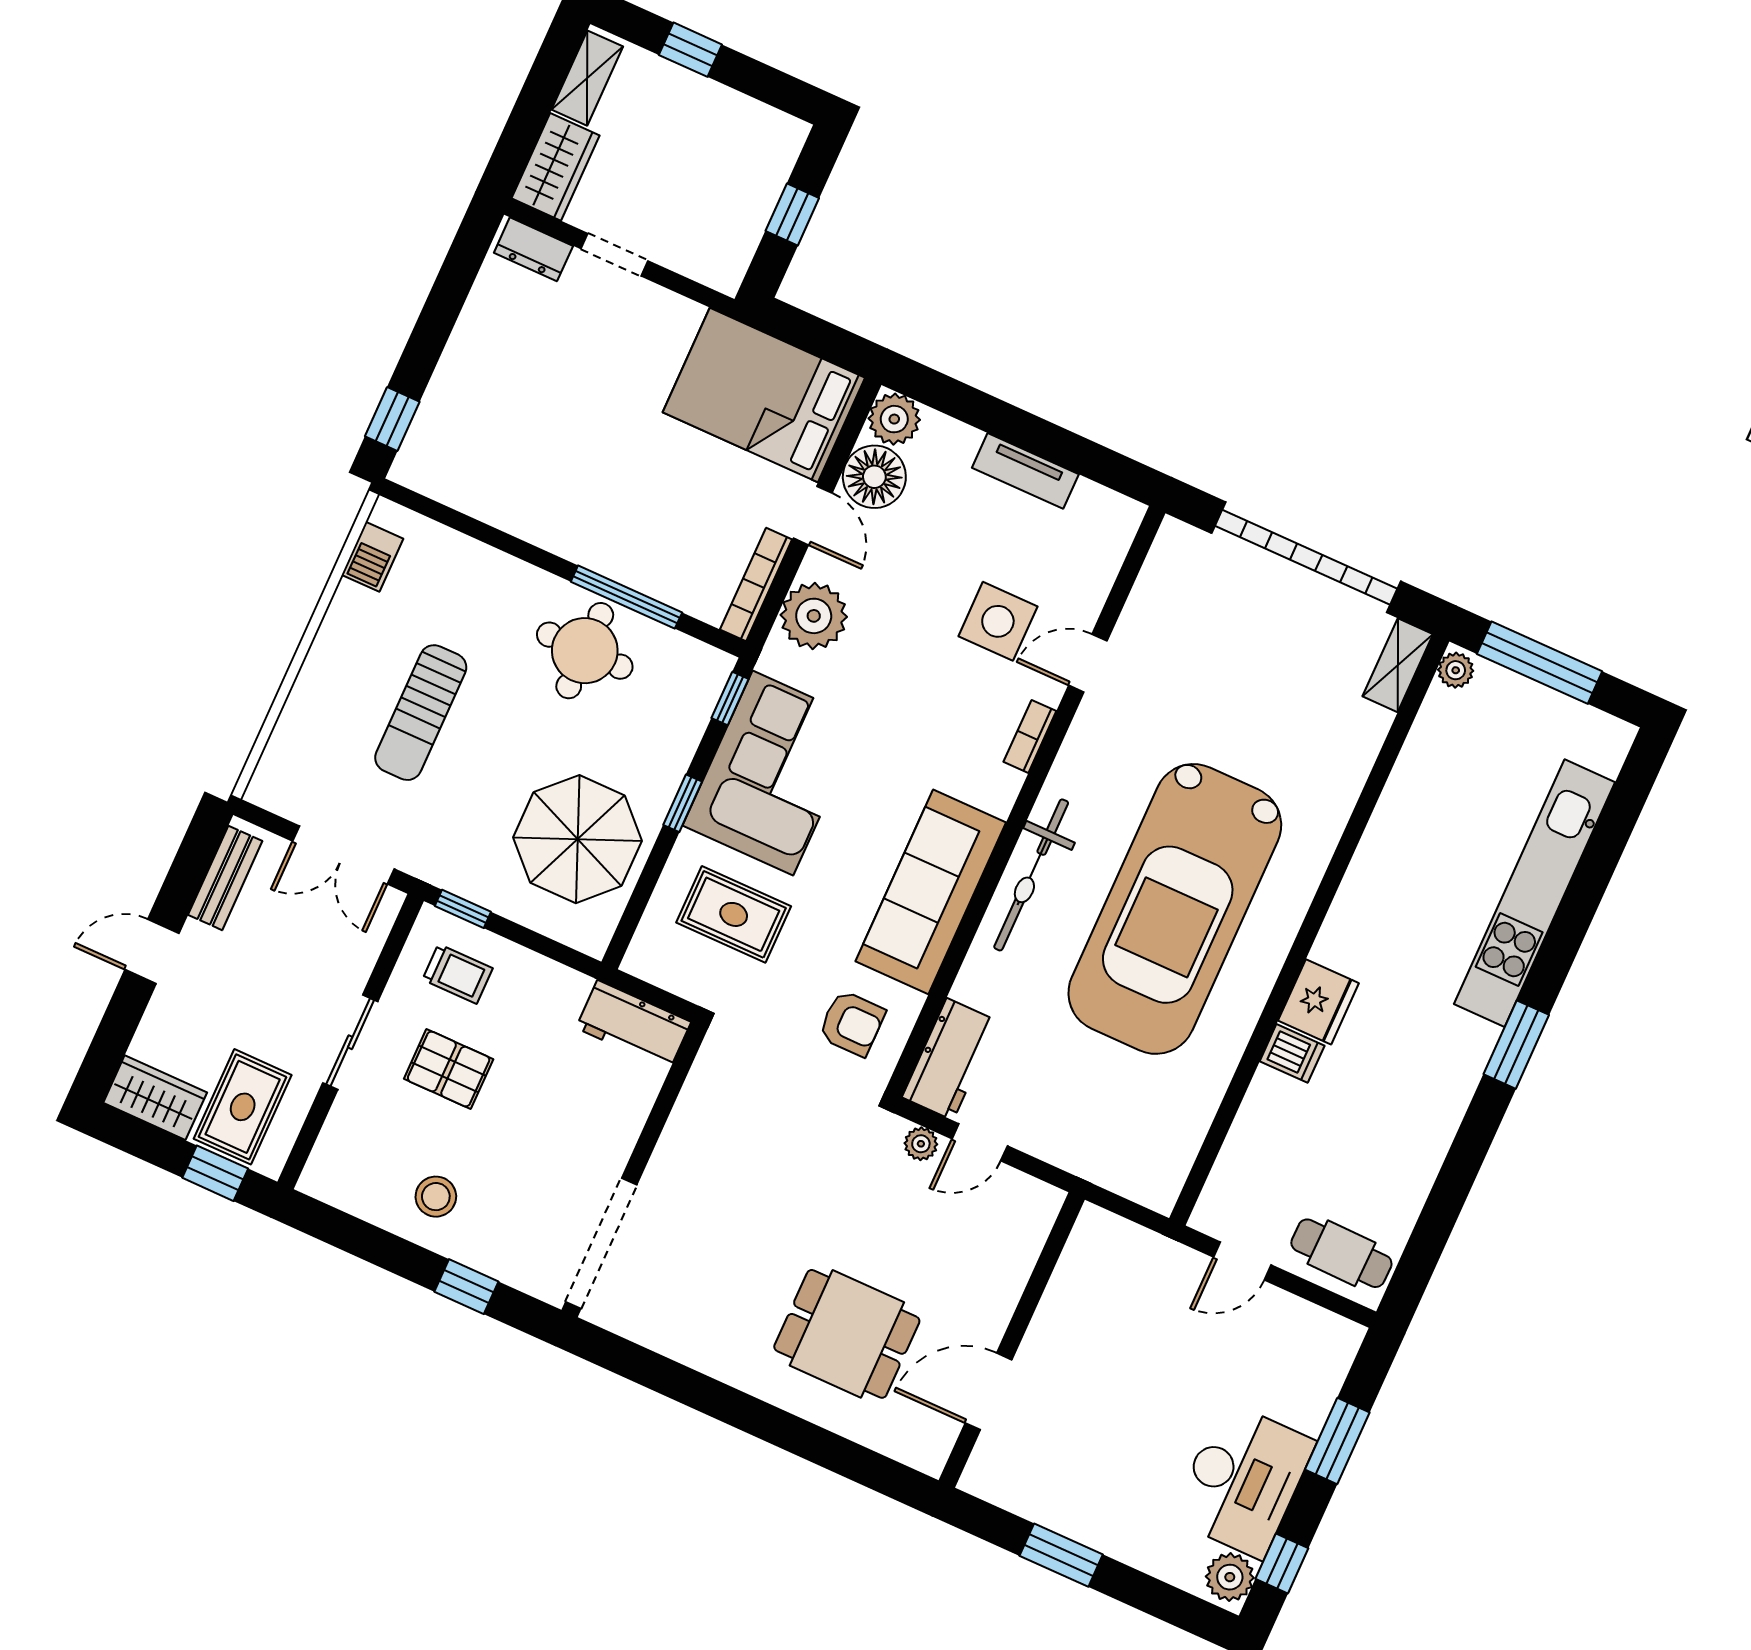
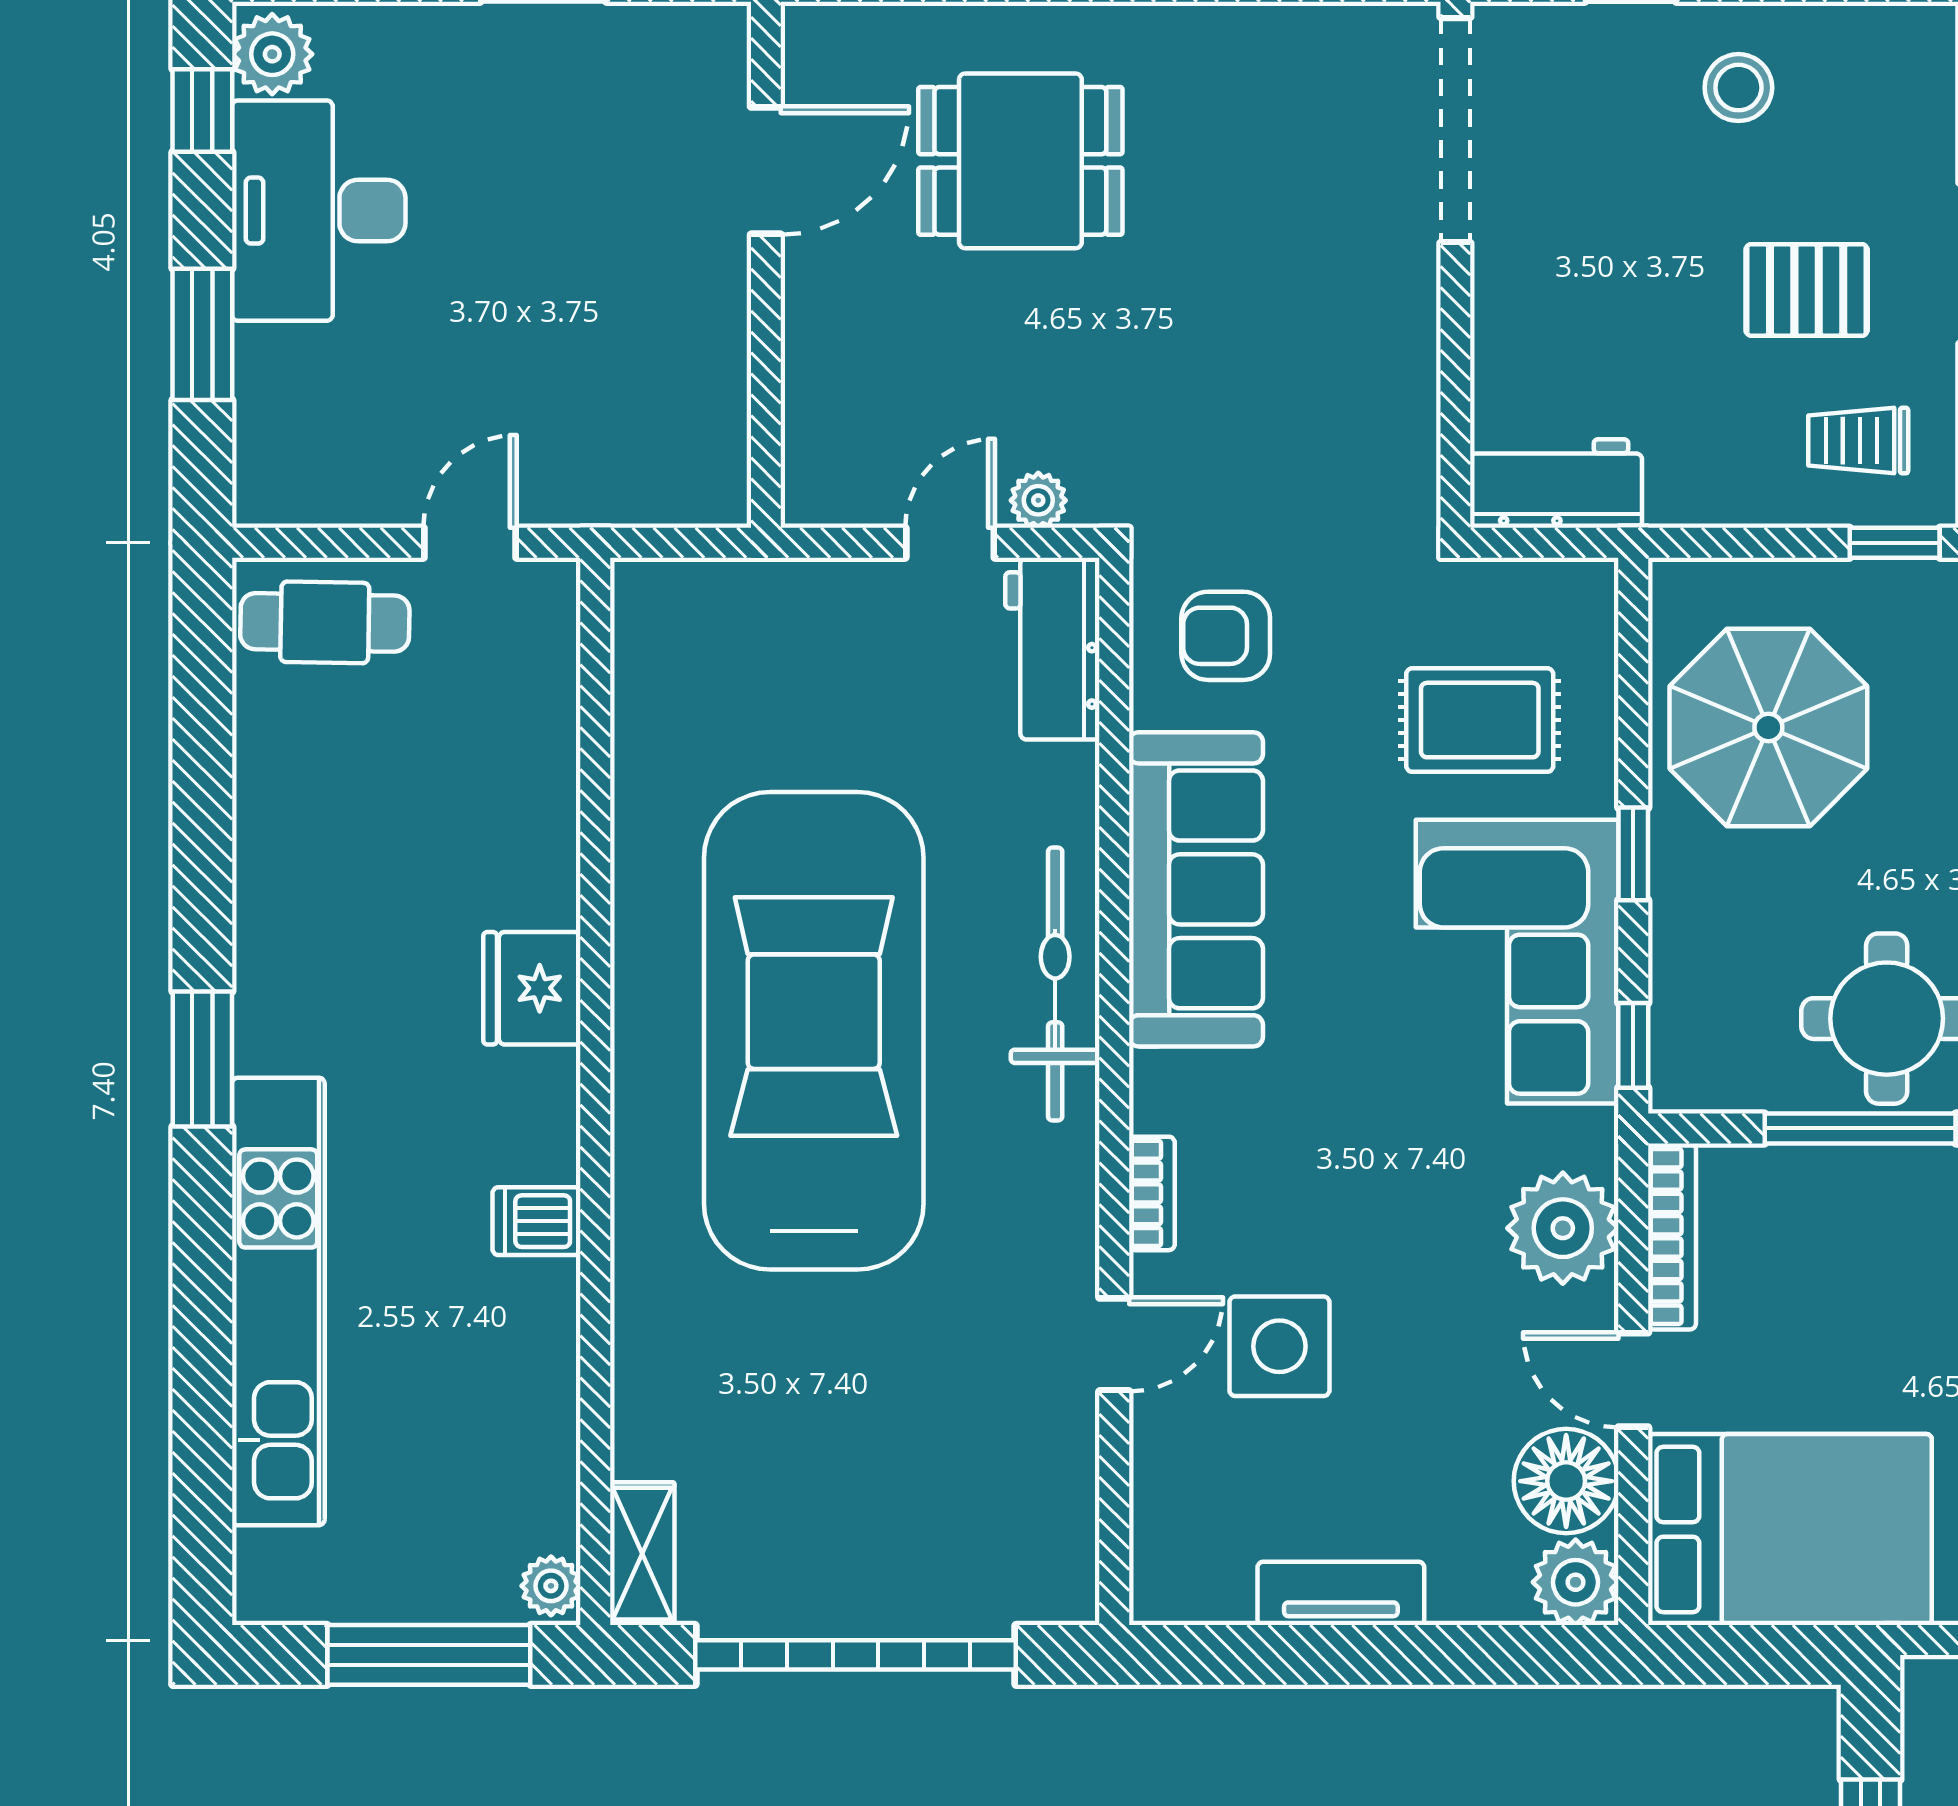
dishwasher: (1292, 1053) -> (537, 1221), moved

